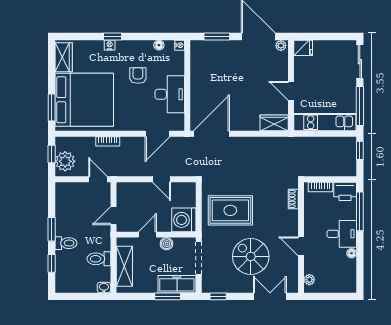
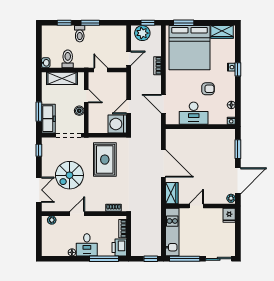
door: (211, 134) -> (163, 163), moved
washing machine: (184, 220) -> (117, 124), moved, turned -90
spiral stairs: (251, 256) -> (69, 175), turned 180

